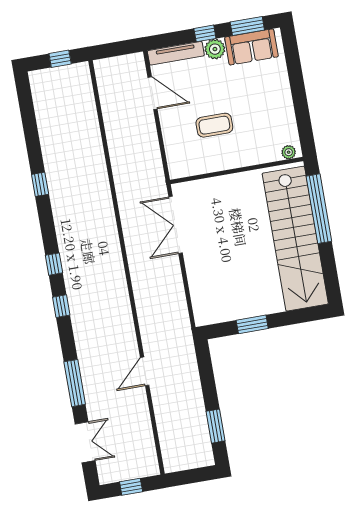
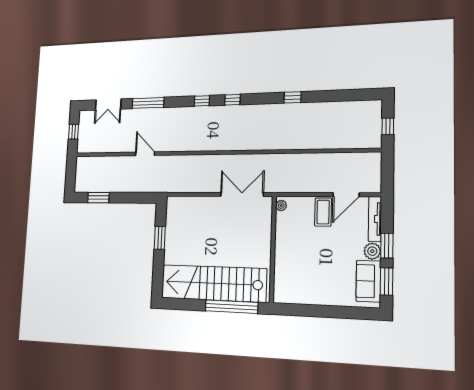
window: (205, 33) -> (387, 246), width x1.50
coffee table: (214, 125) -> (323, 212), moved
plant: (289, 152) -> (281, 205), moved

